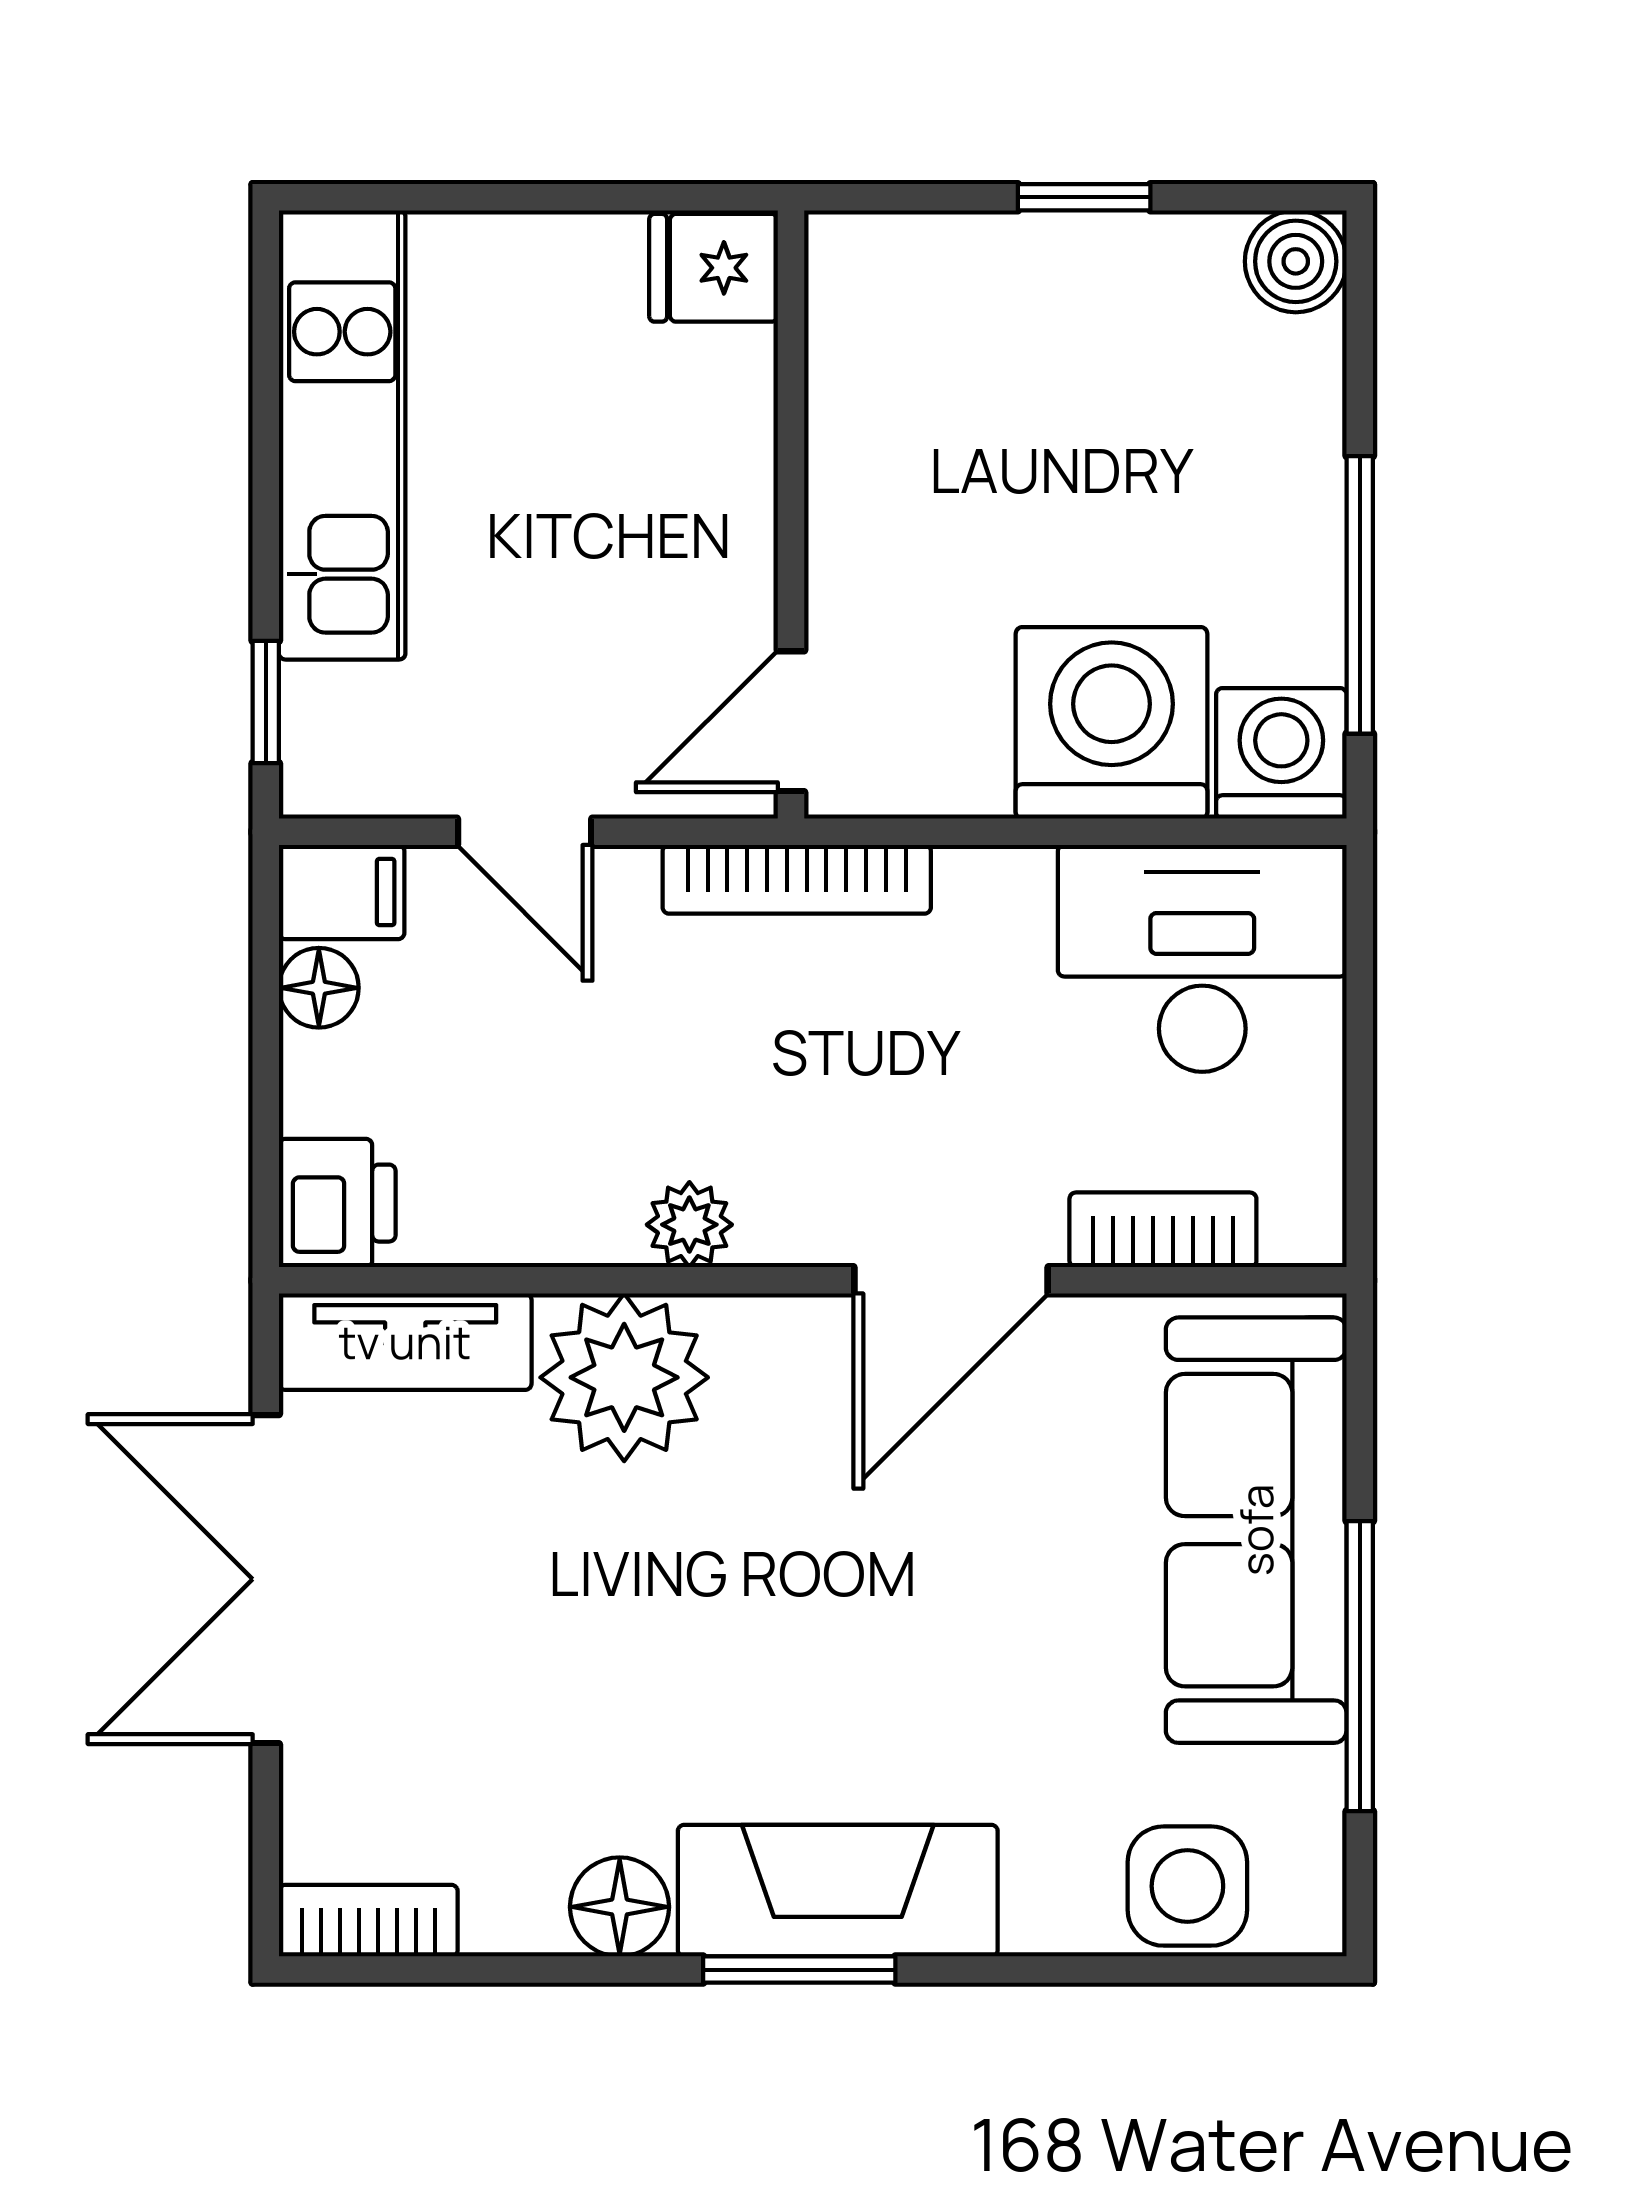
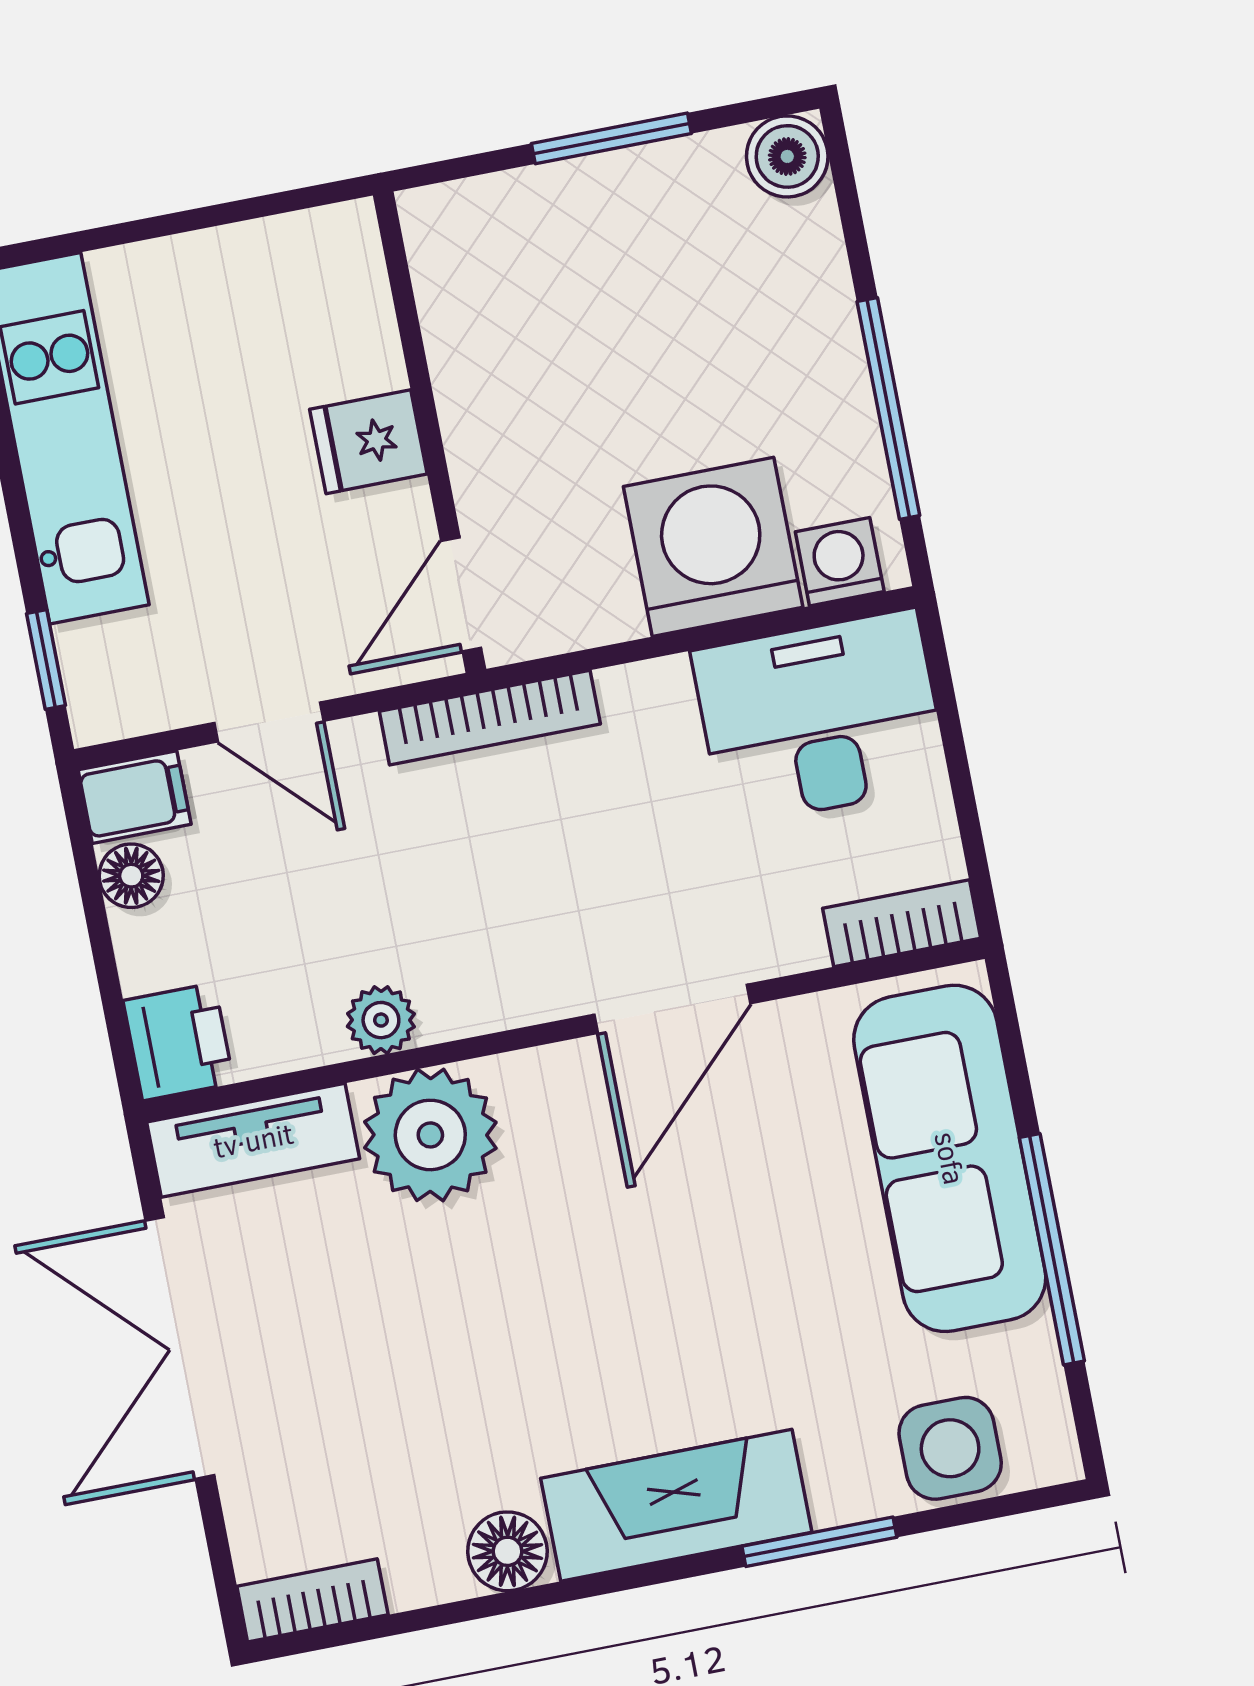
window: (1084, 197) -> (611, 138), width x1.50
fridge: (713, 268) -> (368, 442), moved
washing machine: (1281, 753) -> (840, 562), width x0.73, depth x0.73
plant: (689, 1225) -> (381, 1020), moved
bookcase: (1163, 1230) -> (902, 923), moved
window: (799, 1970) -> (819, 1542), moved

